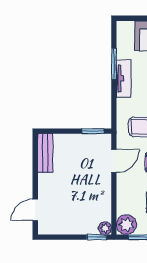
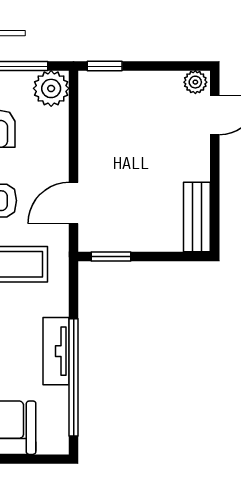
window: (114, 64) -> (74, 377), width x2.11
plant: (105, 228) -> (195, 82), moved

